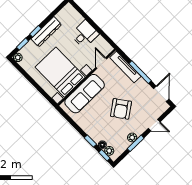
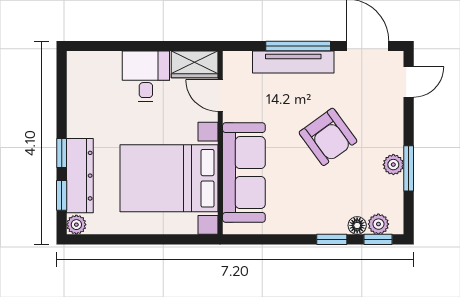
dresser: (46, 32) -> (80, 176), moved
wardrobe: (103, 46) -> (195, 64), added
tv unit: (125, 67) -> (293, 62), moved
door: (154, 125) -> (409, 82), moved

